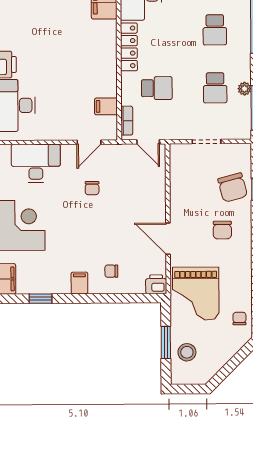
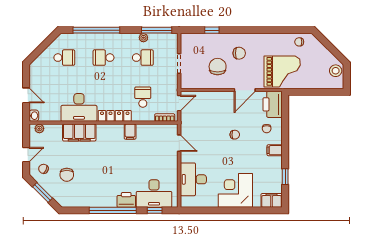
school desk: (215, 30) -> (104, 58), turned 180
filing cabinet: (106, 106) -> (130, 132), moved
chair: (233, 187) -> (218, 67), moved, turned -75
chair: (92, 188) -> (235, 135), moved
printer: (156, 284) -> (273, 104), width x1.87, depth x1.48
window: (166, 342) -> (315, 92), removed
stool: (187, 352) -> (336, 71), moved

